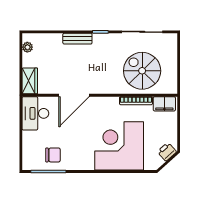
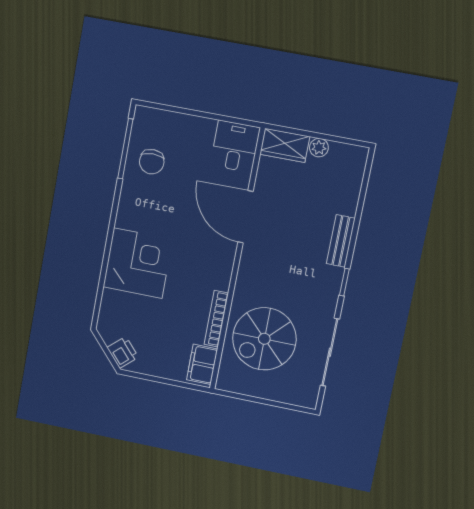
plant: (27, 47) -> (319, 148), moved
spiral stairs: (142, 71) -> (264, 339), turned 180
desk: (35, 113) -> (235, 146), width x0.73
corner desk: (119, 146) -> (138, 263), width x0.74, depth x0.74

